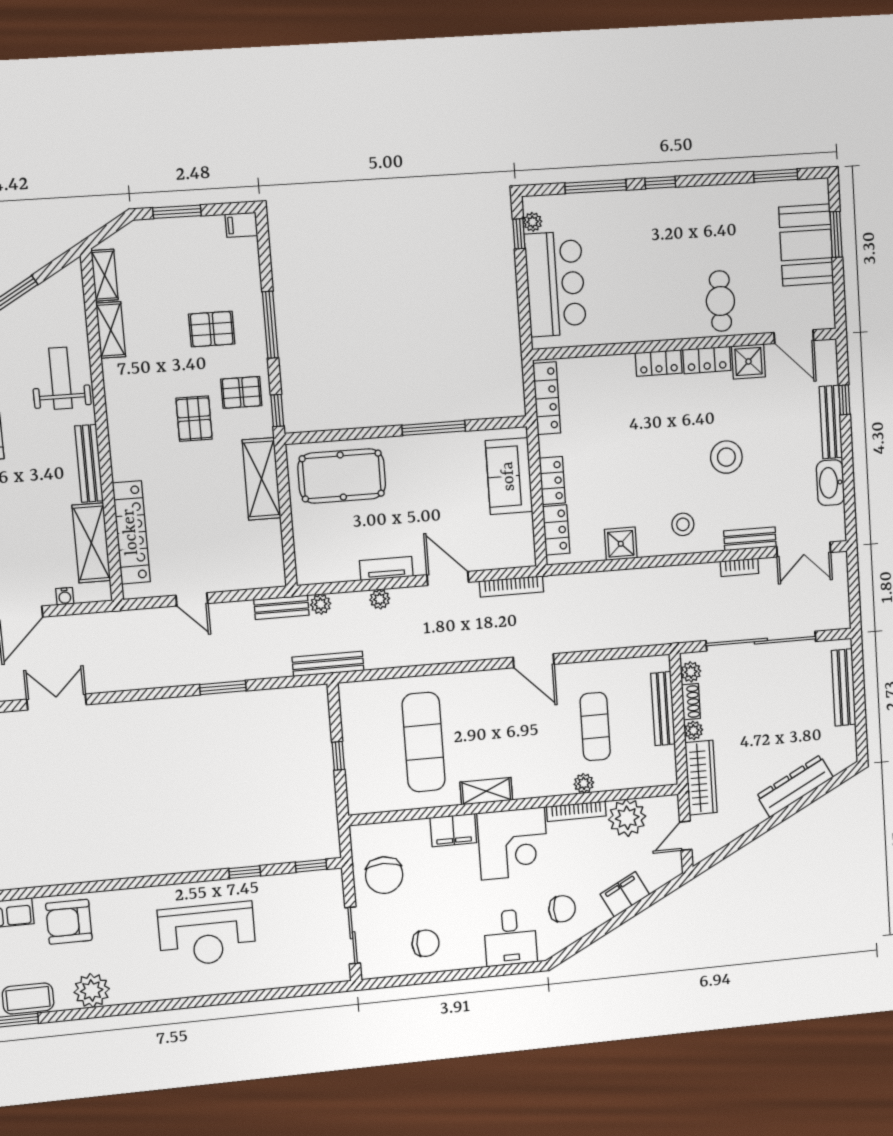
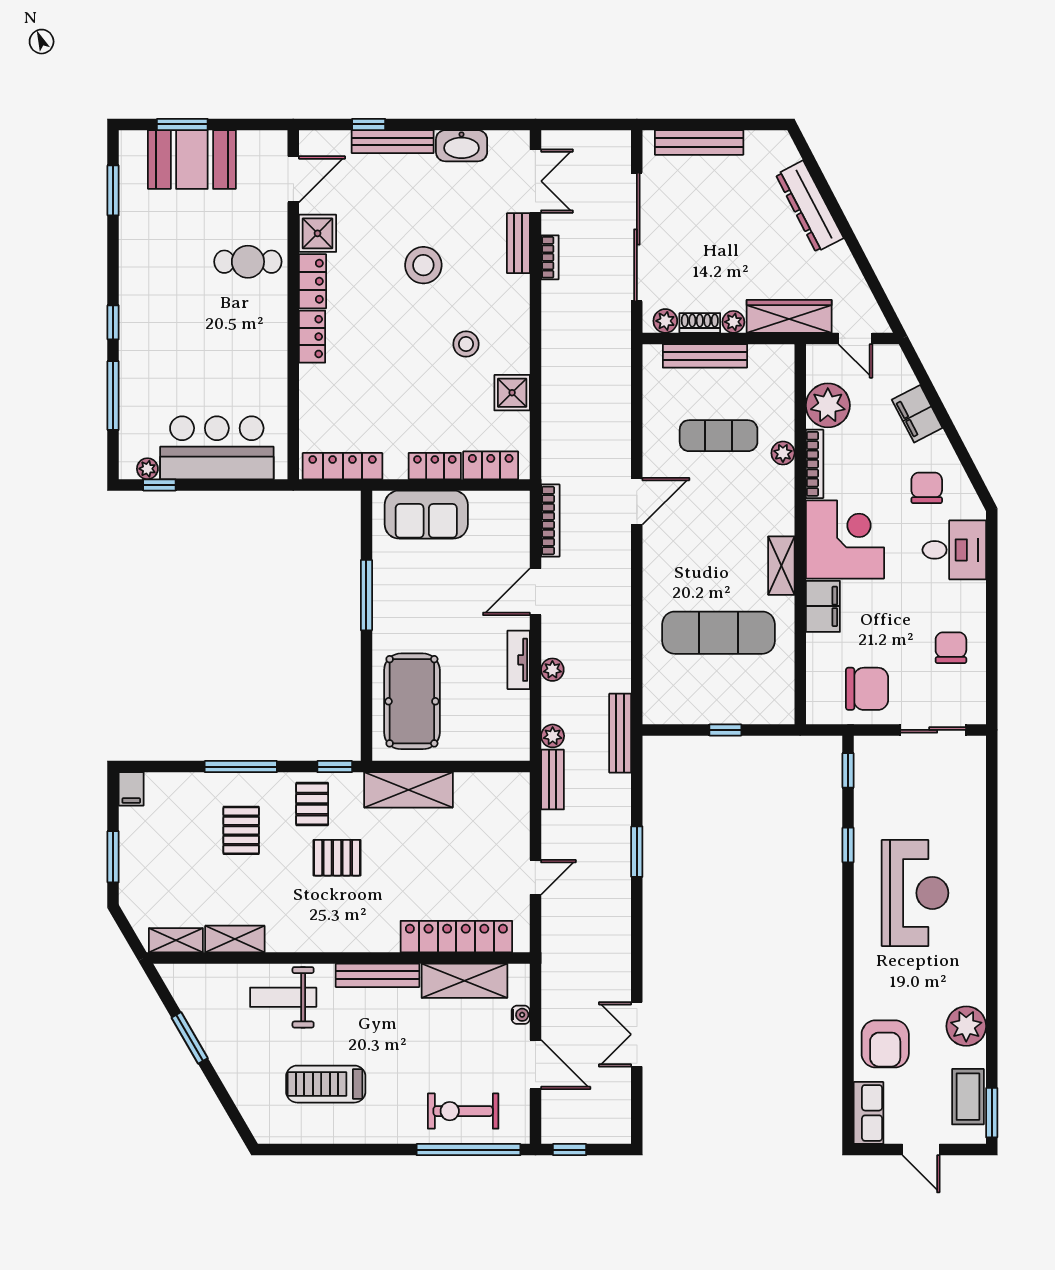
stool: (683, 524) -> (466, 344), moved

